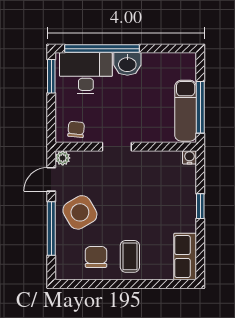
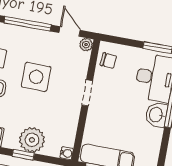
plant: (182, 199) -> (32, 140), added
side table: (80, 212) -> (36, 77), moved, turned 30

